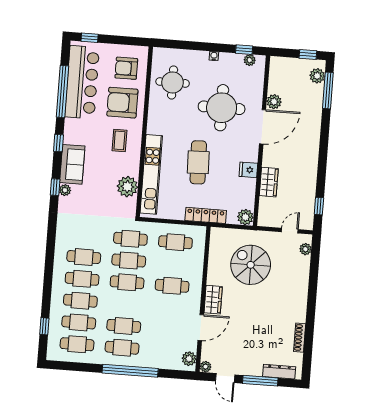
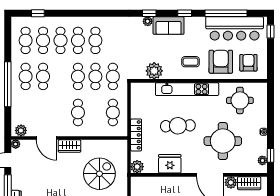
fridge: (248, 170) -> (170, 164), width x1.88, depth x1.34
kitchen unit: (151, 174) -> (187, 89), moved
wardrobe: (269, 182) -> (249, 183), moved

